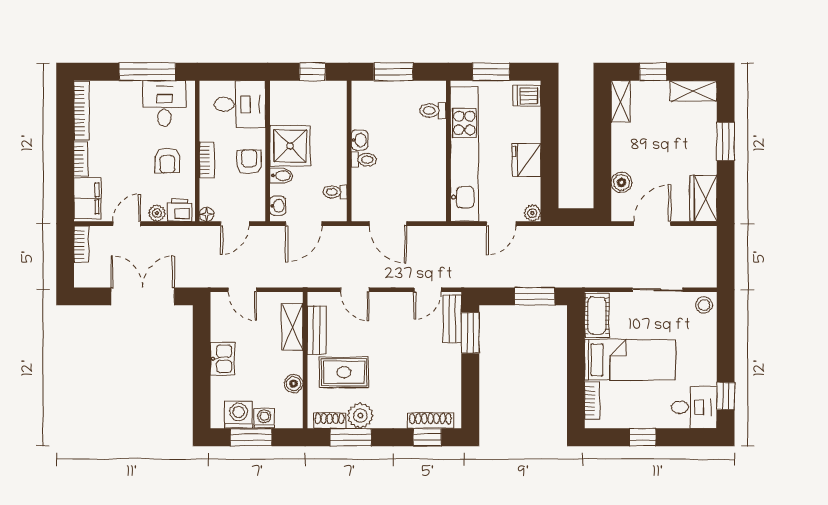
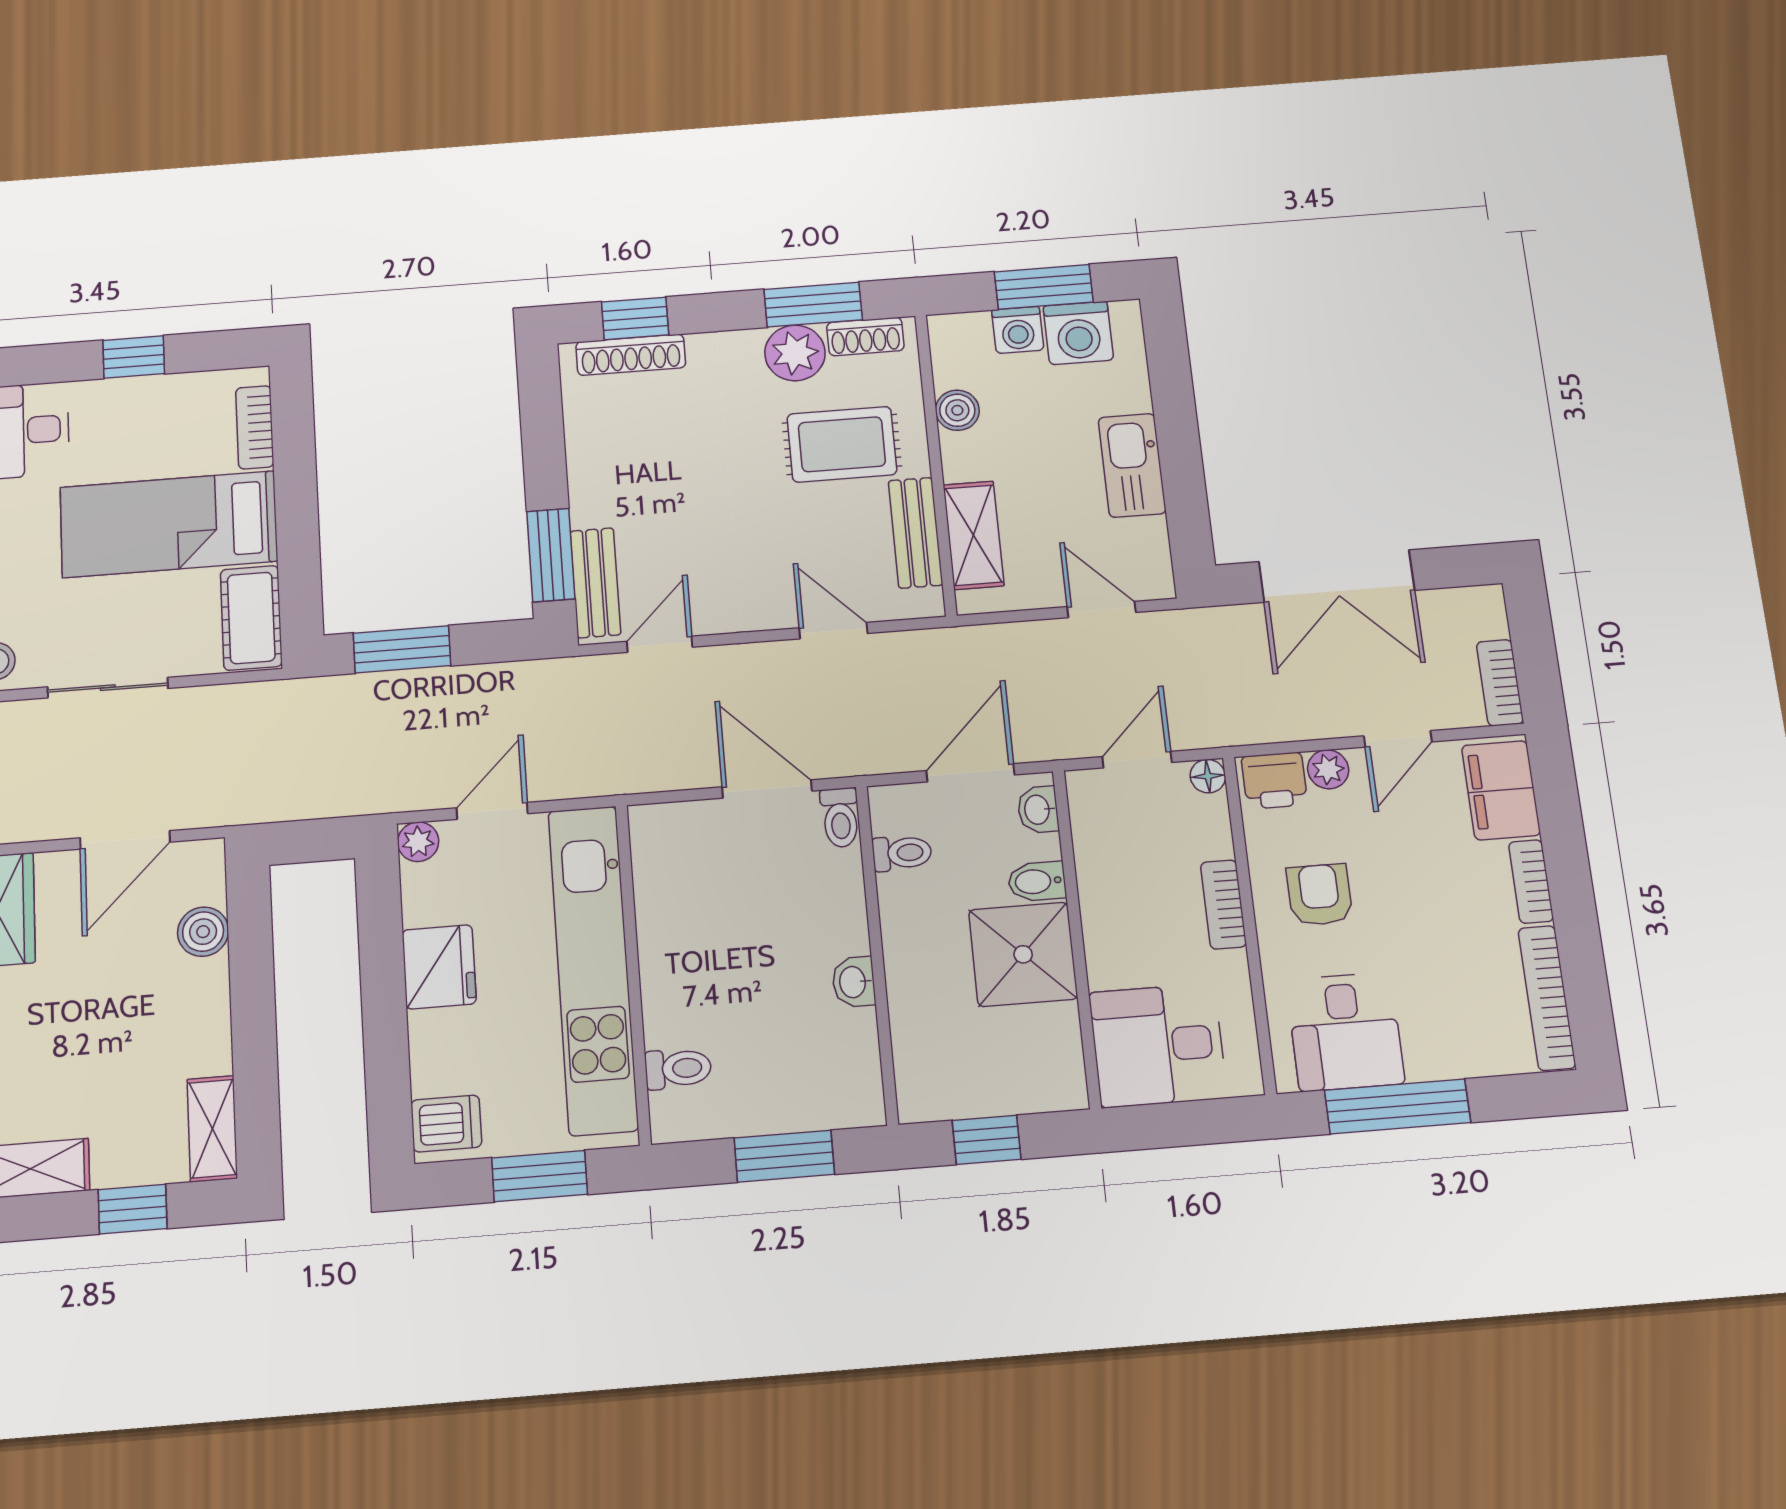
toilet: (364, 160) -> (840, 818), moved, turned -90
armchair: (249, 162) -> (1120, 908), removed
kitchen sink: (222, 359) -> (1132, 465), width x1.38

